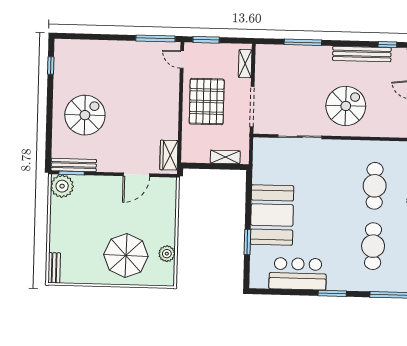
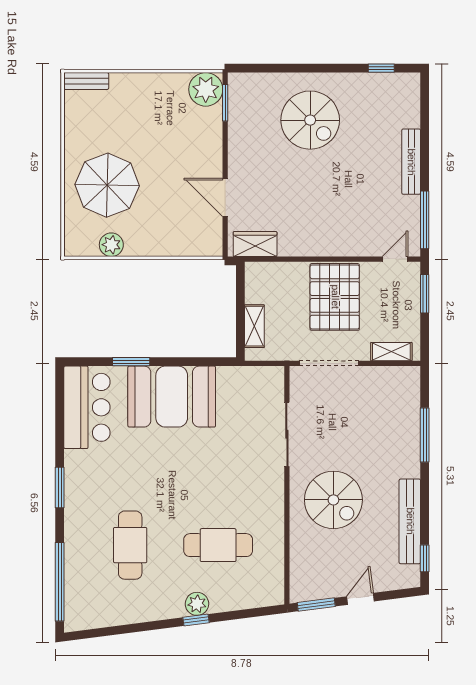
pallet: (207, 101) -> (335, 297), turned 90
bench: (74, 165) -> (411, 162), moved
cafe table: (373, 246) -> (130, 545), turned 90
bar counter: (298, 274) -> (87, 407), moved

